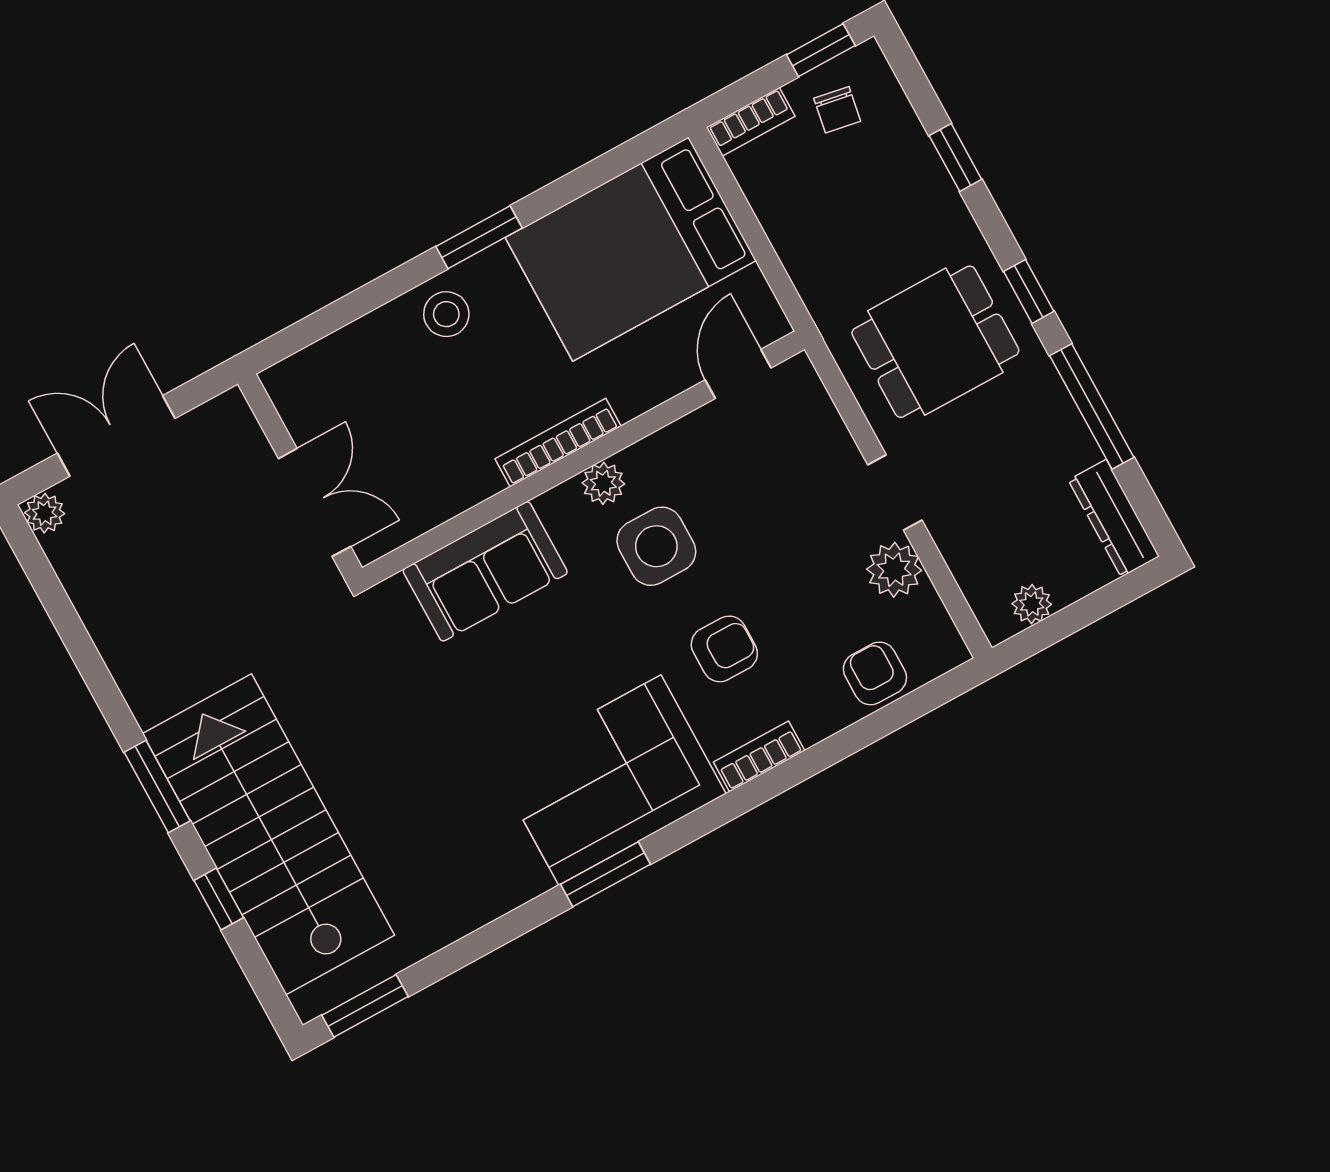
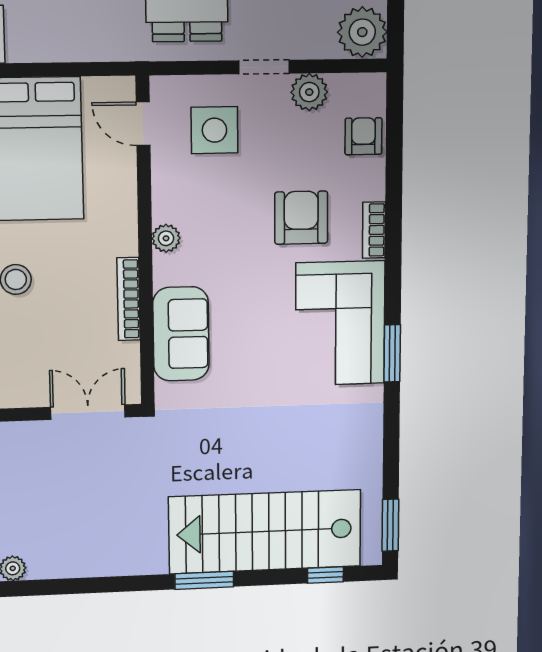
bookcase: (558, 443) -> (129, 299), moved
side table: (656, 546) -> (214, 130), moved
plant: (1032, 604) -> (362, 32), width x1.88, depth x1.88
armchair: (724, 649) -> (301, 218), width x1.38, depth x1.38
armchair: (875, 673) -> (363, 136), turned 90
window: (219, 899) -> (325, 575), moved

